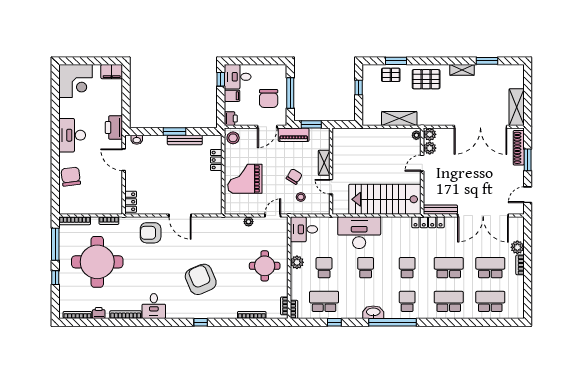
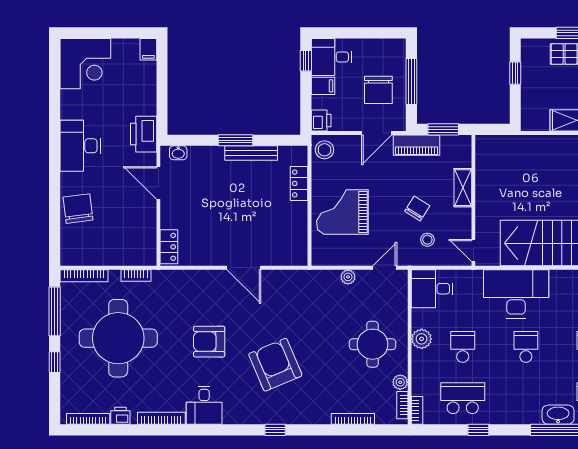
filing cabinet: (112, 72) -> (148, 49), width x0.50
door: (331, 187) -> (473, 250), moved
armchair: (151, 233) -> (209, 342), moved
plant: (283, 291) -> (400, 382), added
washbasin: (373, 312) -> (558, 415), moved

